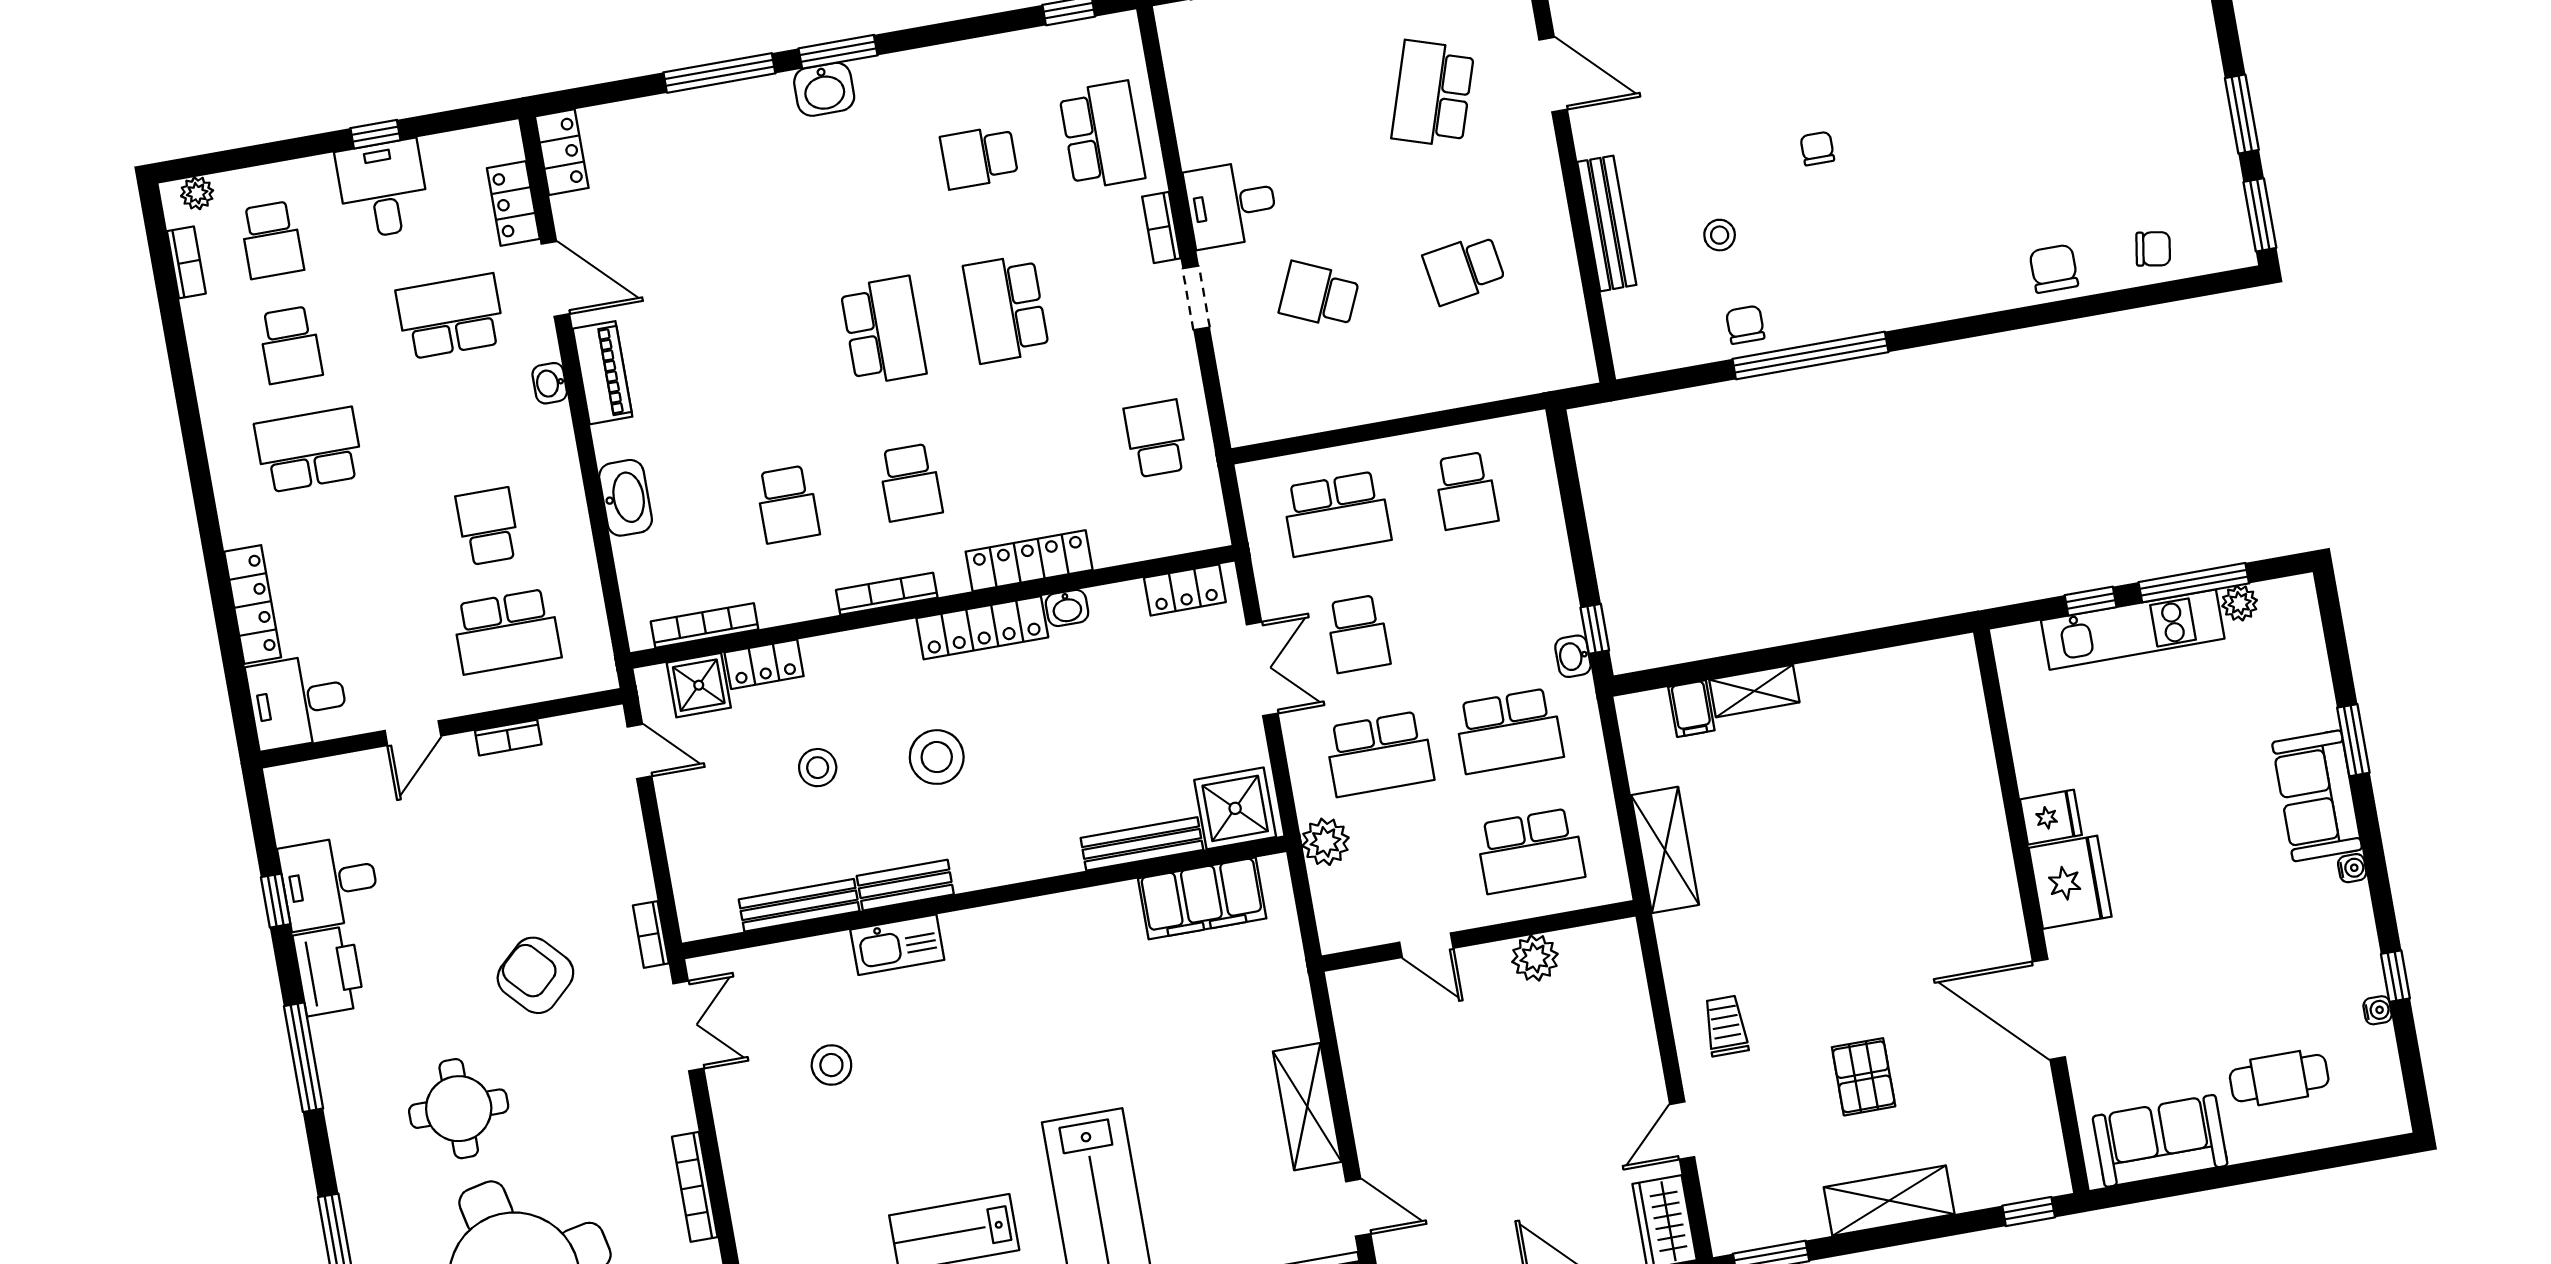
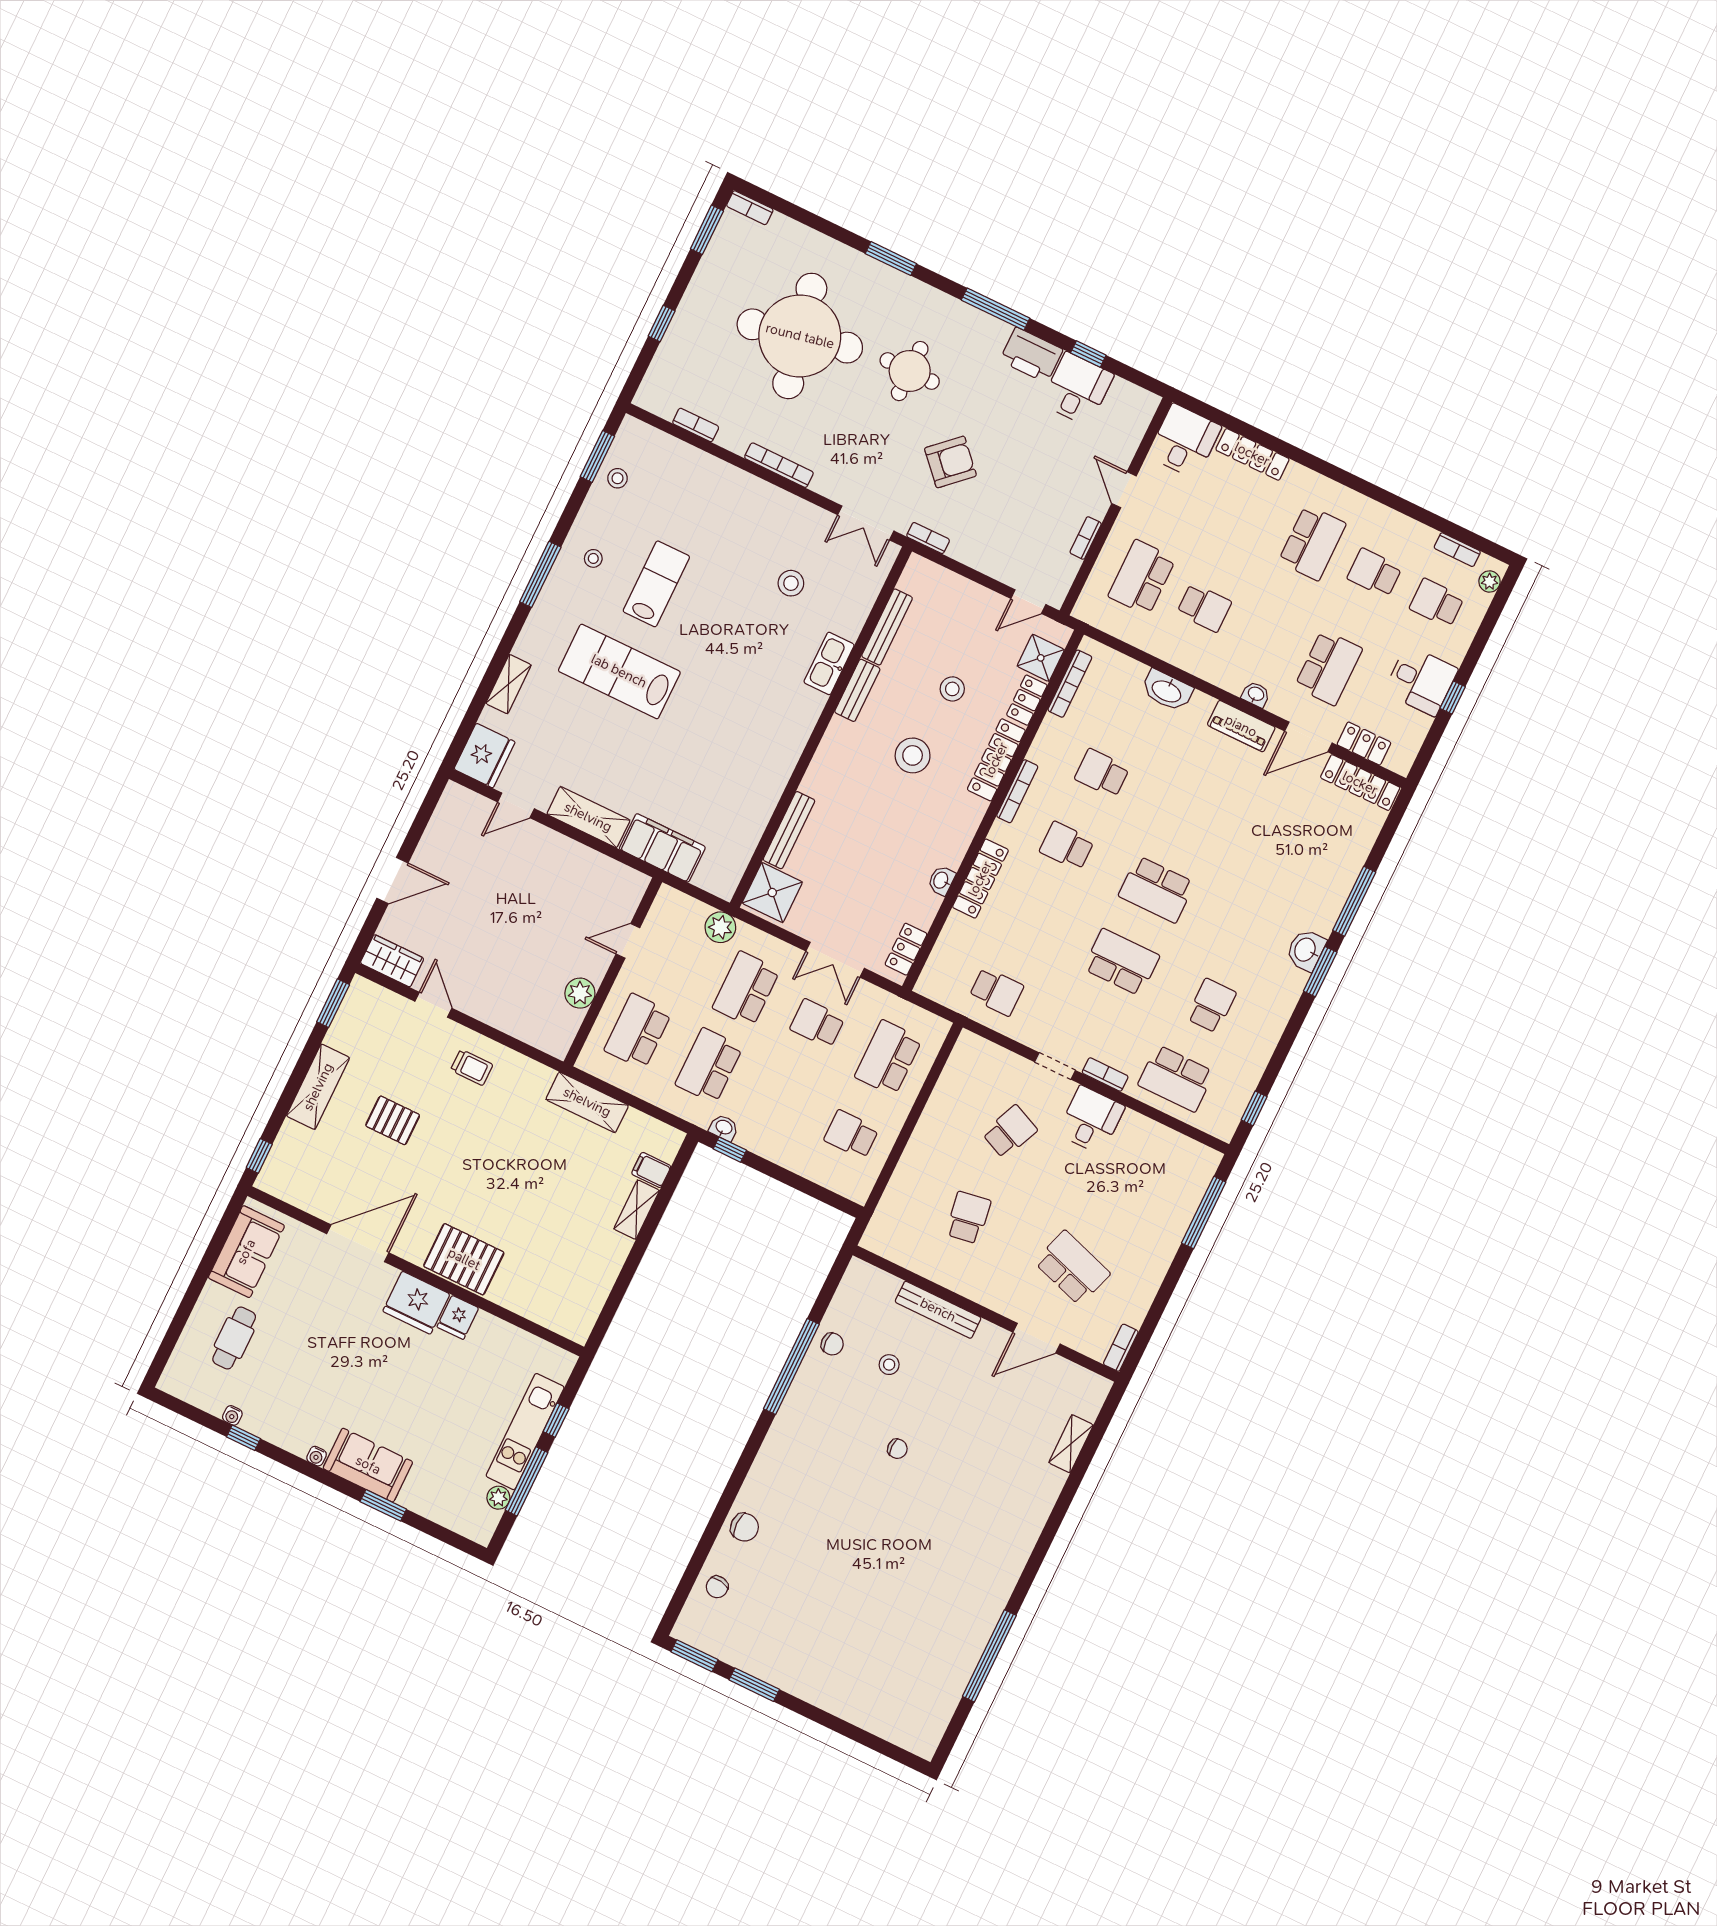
locker: (562, 152) -> (1360, 783), width x1.53
locker: (982, 628) -> (996, 760), moved
pallet: (1973, 862) -> (464, 1259), added
filing cabinet: (1202, 898) -> (662, 848), moved, turned 90

